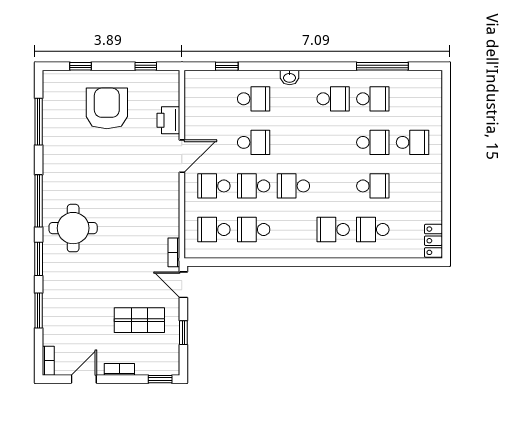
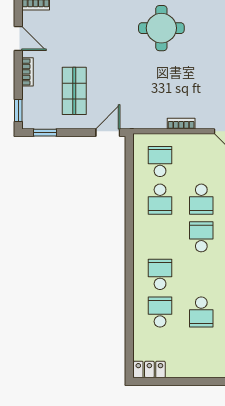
school desk: (214, 186) -> (201, 162), removed
school desk: (254, 186) -> (201, 199), turned 180
school desk: (254, 230) -> (160, 199), turned 180
bookcase: (174, 252) -> (181, 124), moved
window: (183, 333) -> (45, 133), moved

